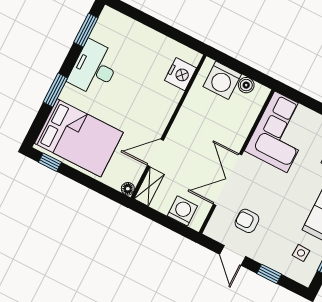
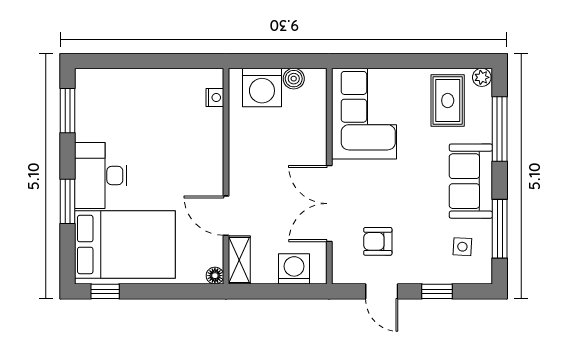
desk: (94, 68) -> (101, 175), moved
nightstand: (180, 74) -> (215, 98), width x0.53, depth x0.56
door: (155, 153) -> (226, 216), hinge flipped

